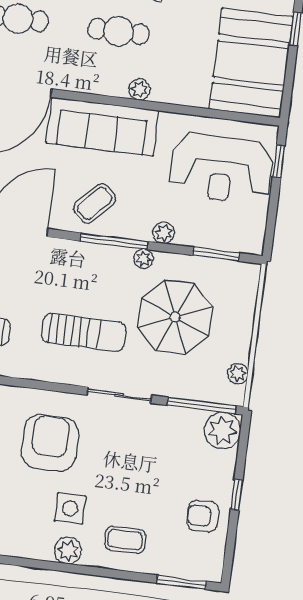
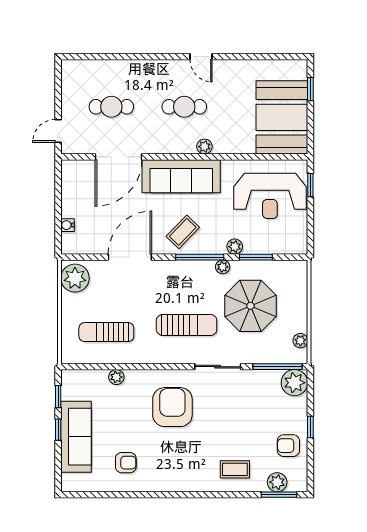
window: (216, 254) -> (256, 257), moved
side table: (70, 508) -> (193, 452), removed
plant: (68, 550) -> (277, 482), moved

